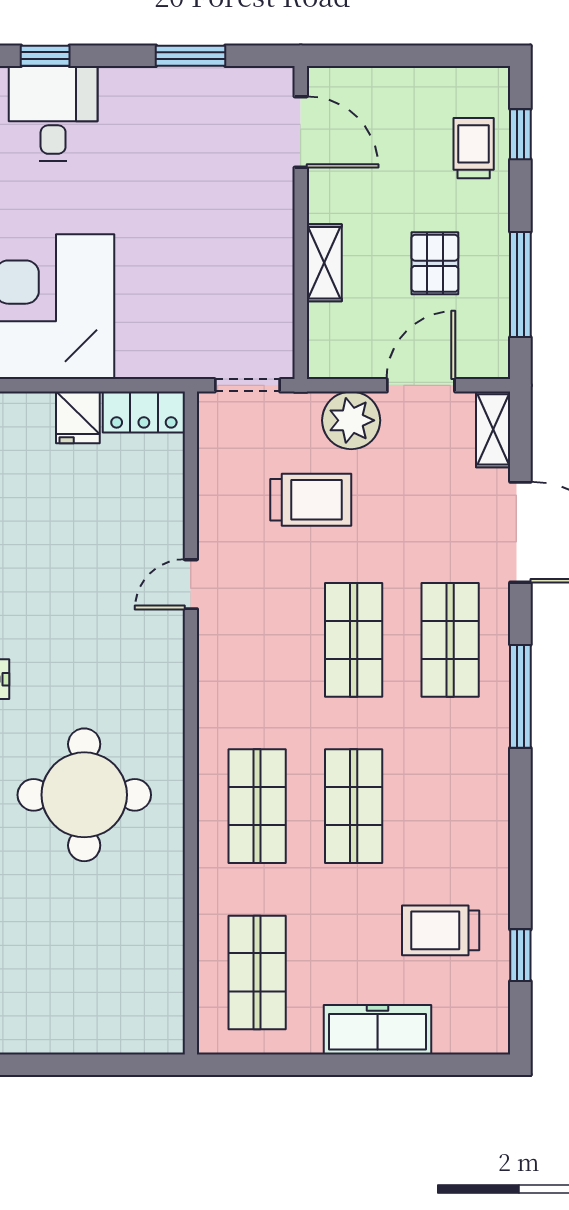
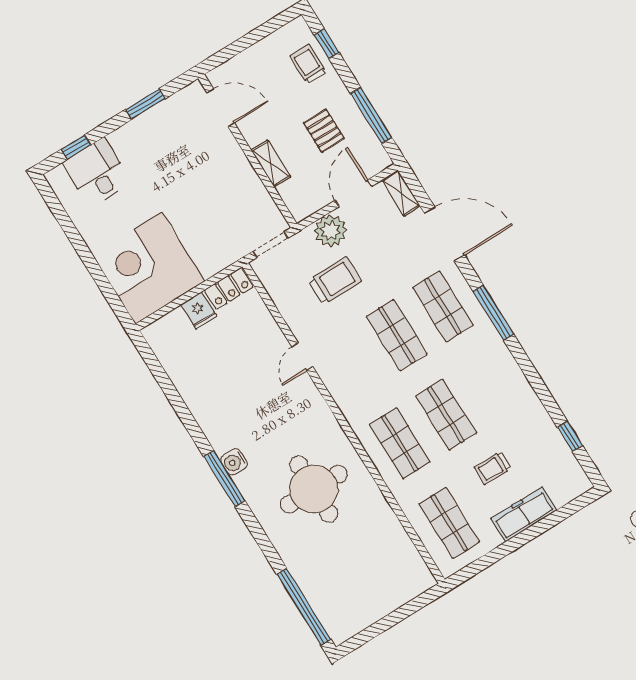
trolley: (441, 930) -> (492, 468), moved, width x0.73, depth x0.72

